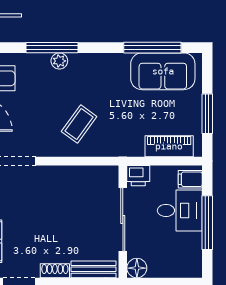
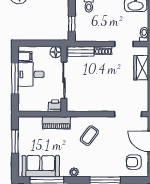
plant: (59, 61) -> (74, 172), moved
piano: (169, 146) -> (56, 123), moved
filing cabinet: (190, 179) -> (25, 56), moved
desk: (180, 210) -> (31, 74), moved

